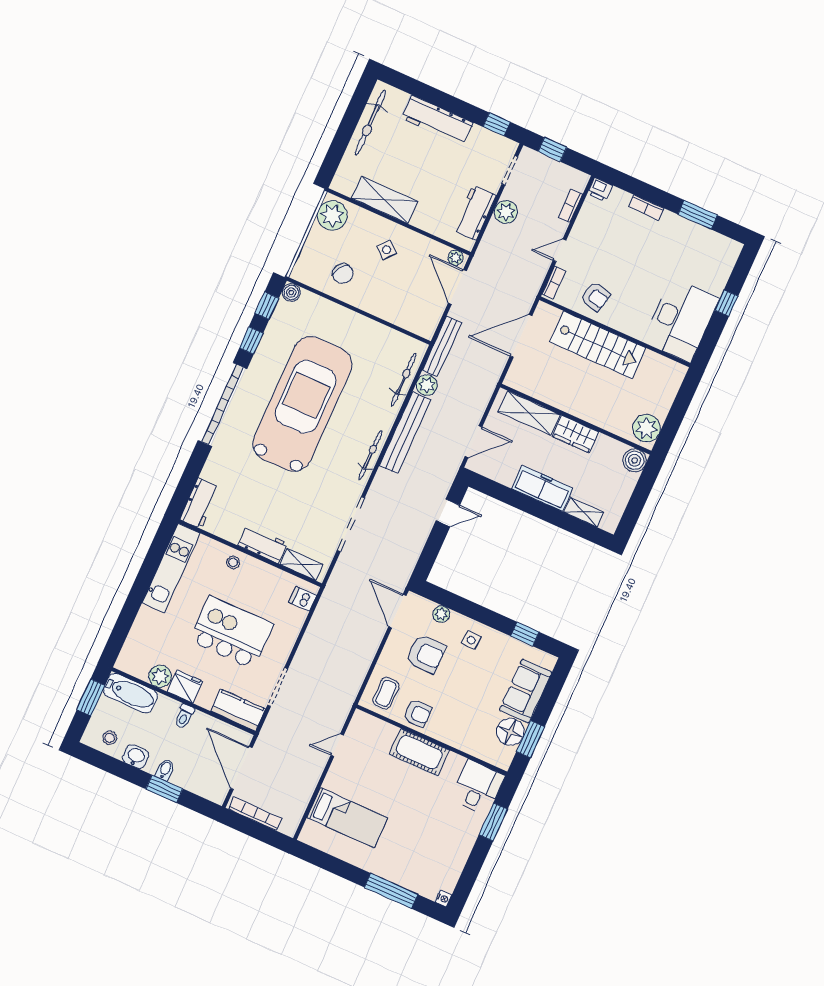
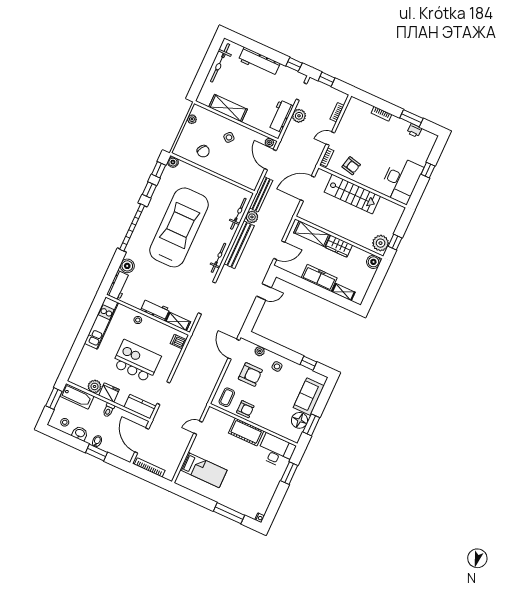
printer: (600, 189) -> (414, 131), moved
plant: (332, 216) -> (192, 119), width x0.53, depth x0.53
window: (671, 426) -> (395, 242), added
boiler: (214, 470) -> (127, 266), added
desk: (478, 787) -> (276, 451), width x1.37

